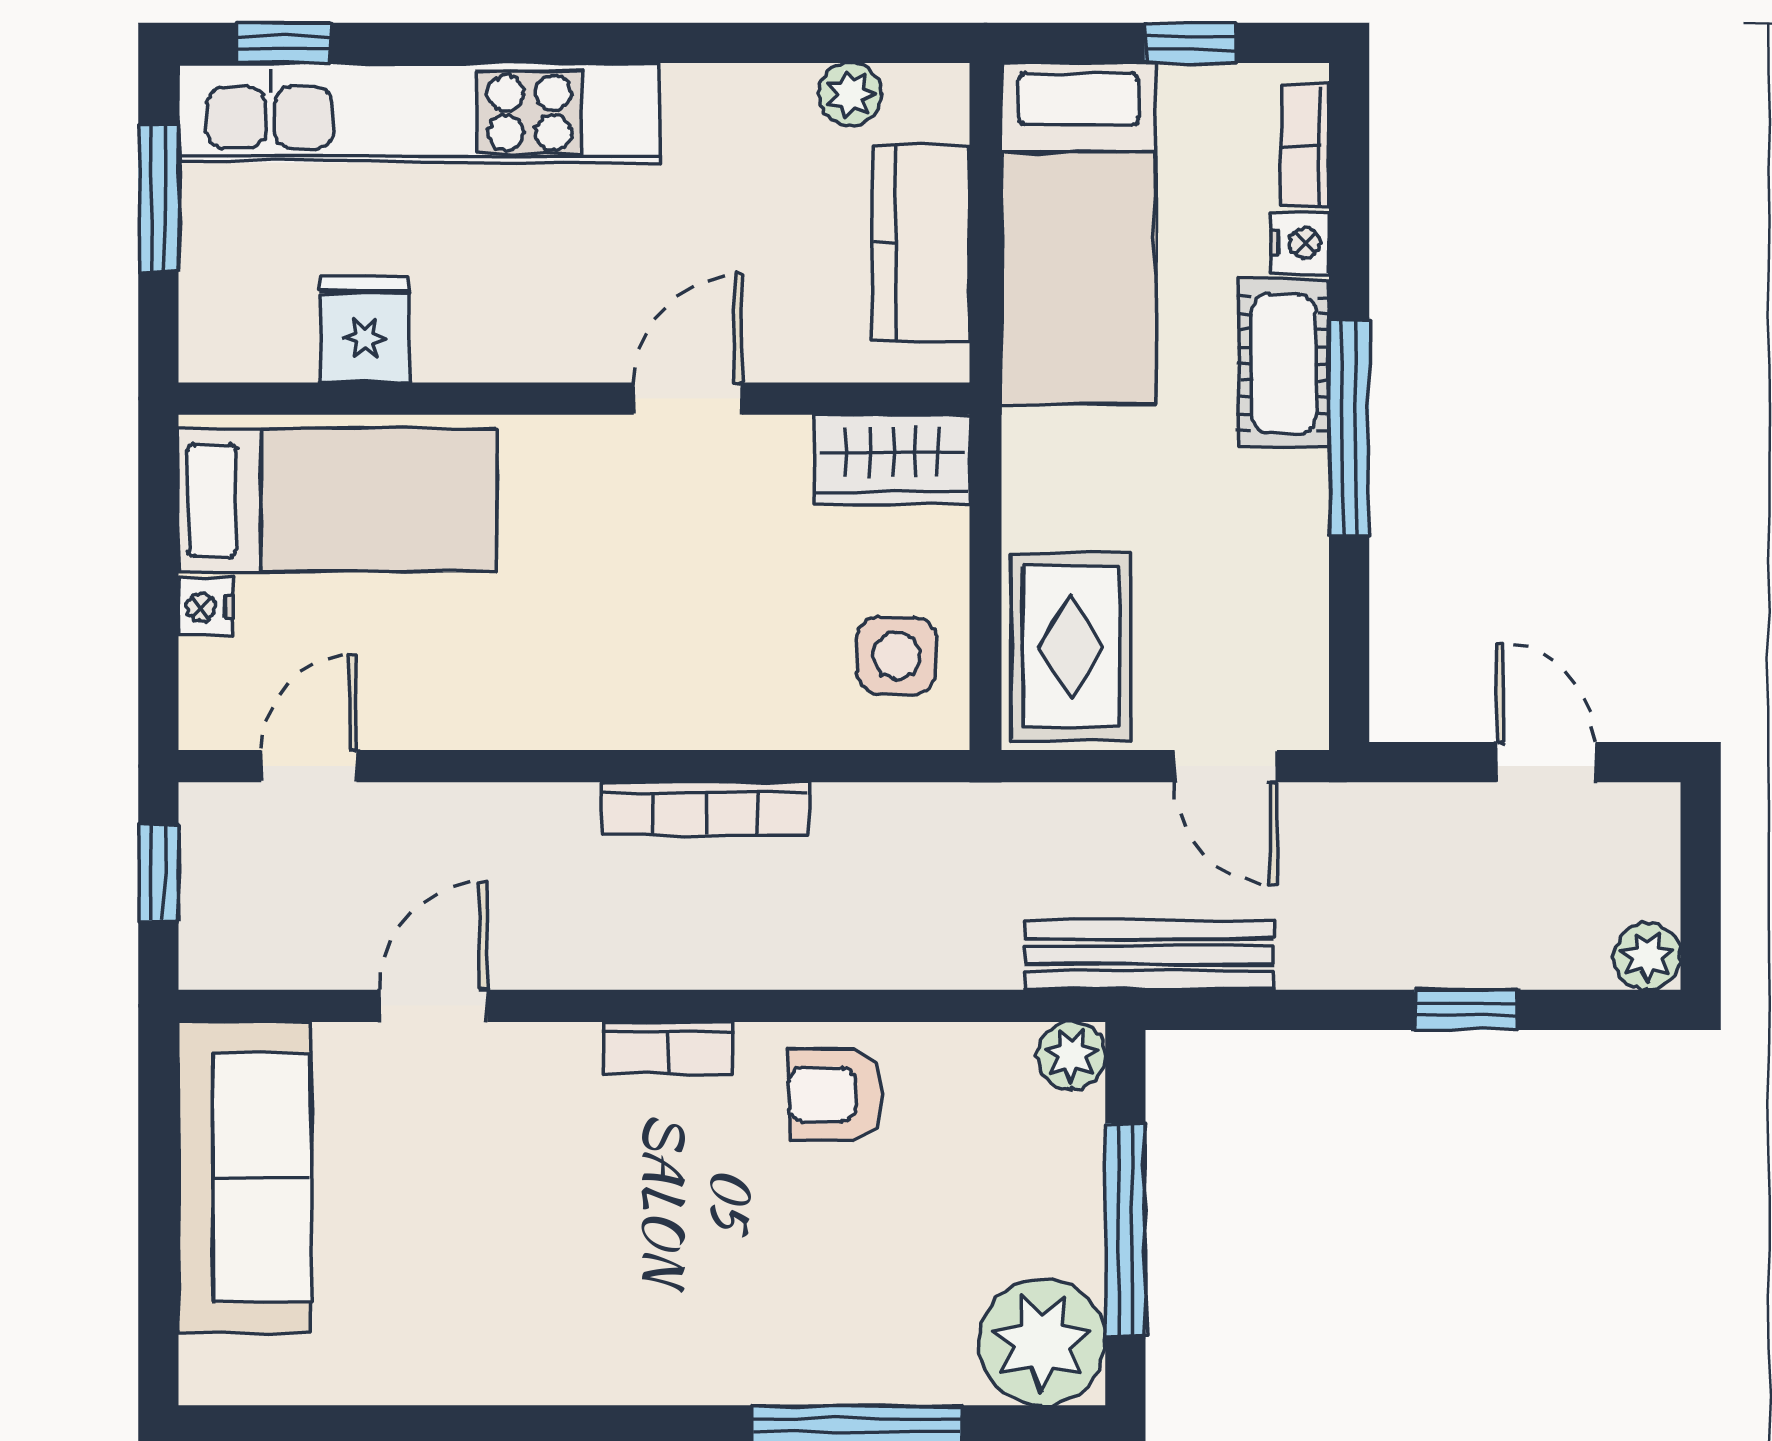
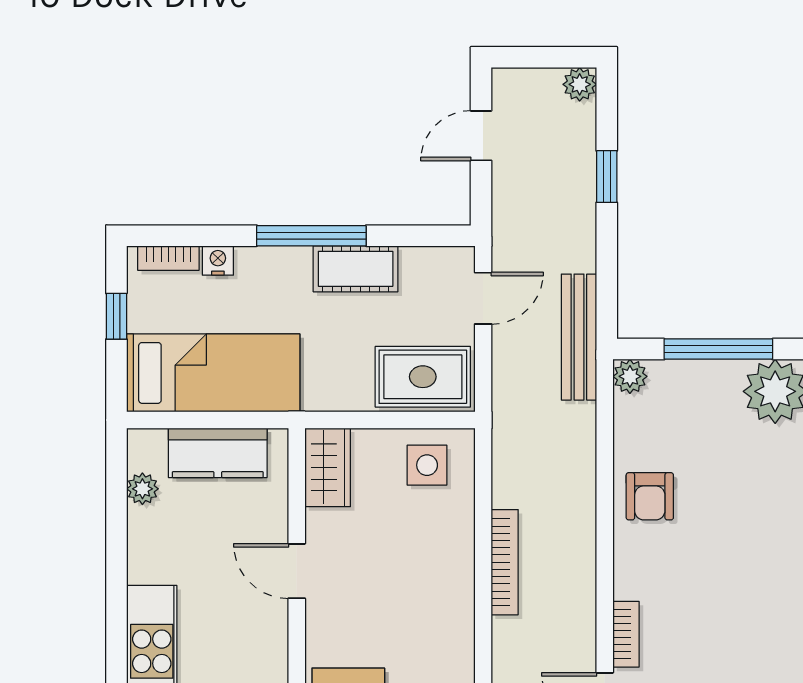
cot: (1284, 364) -> (356, 269), moved
bookcase: (668, 1048) -> (626, 634), moved

